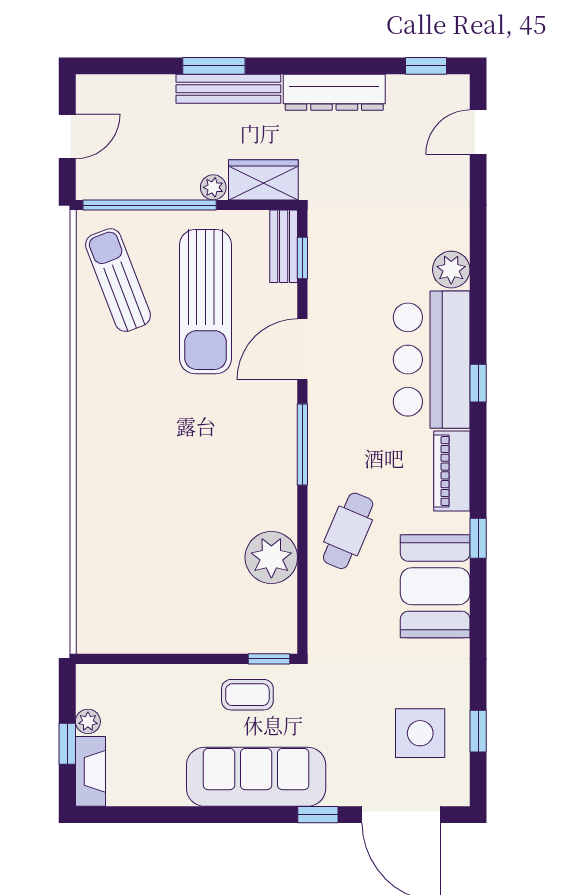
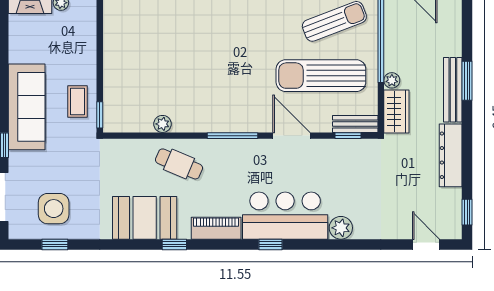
plant: (271, 557) -> (162, 124), width x0.53, depth x0.53

